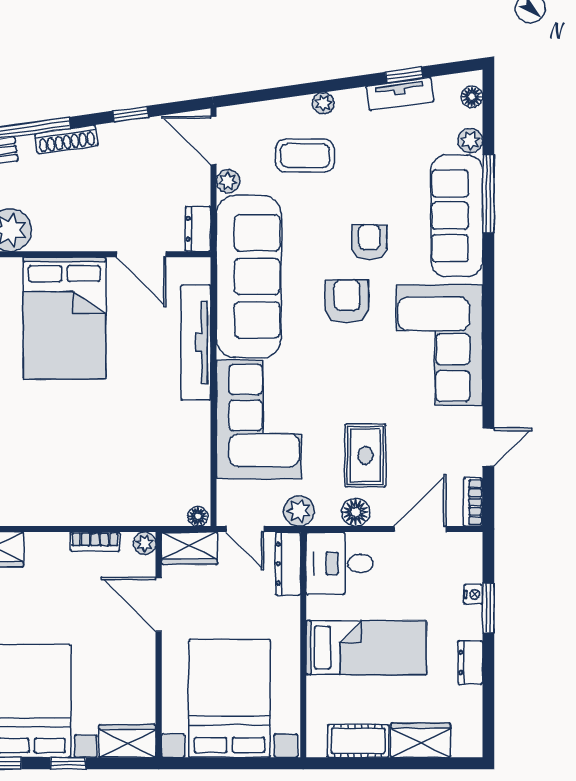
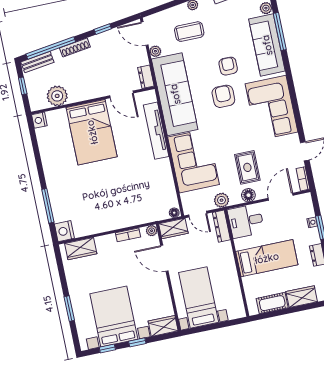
bed with nightstands: (230, 698) -> (199, 297), width x0.73

